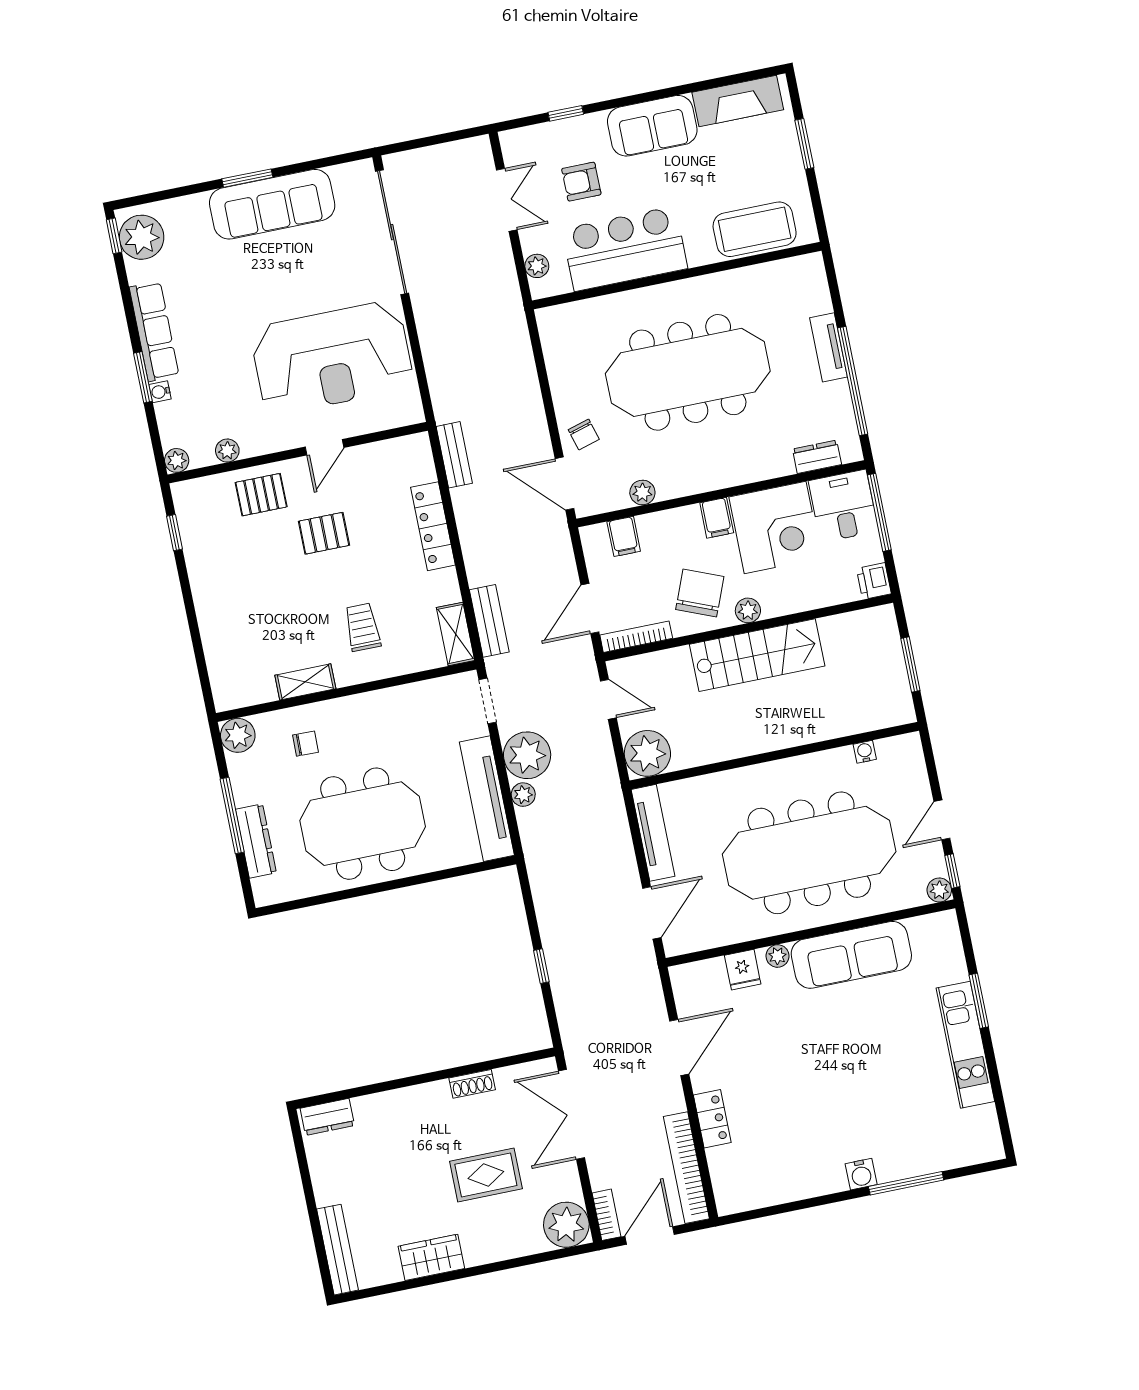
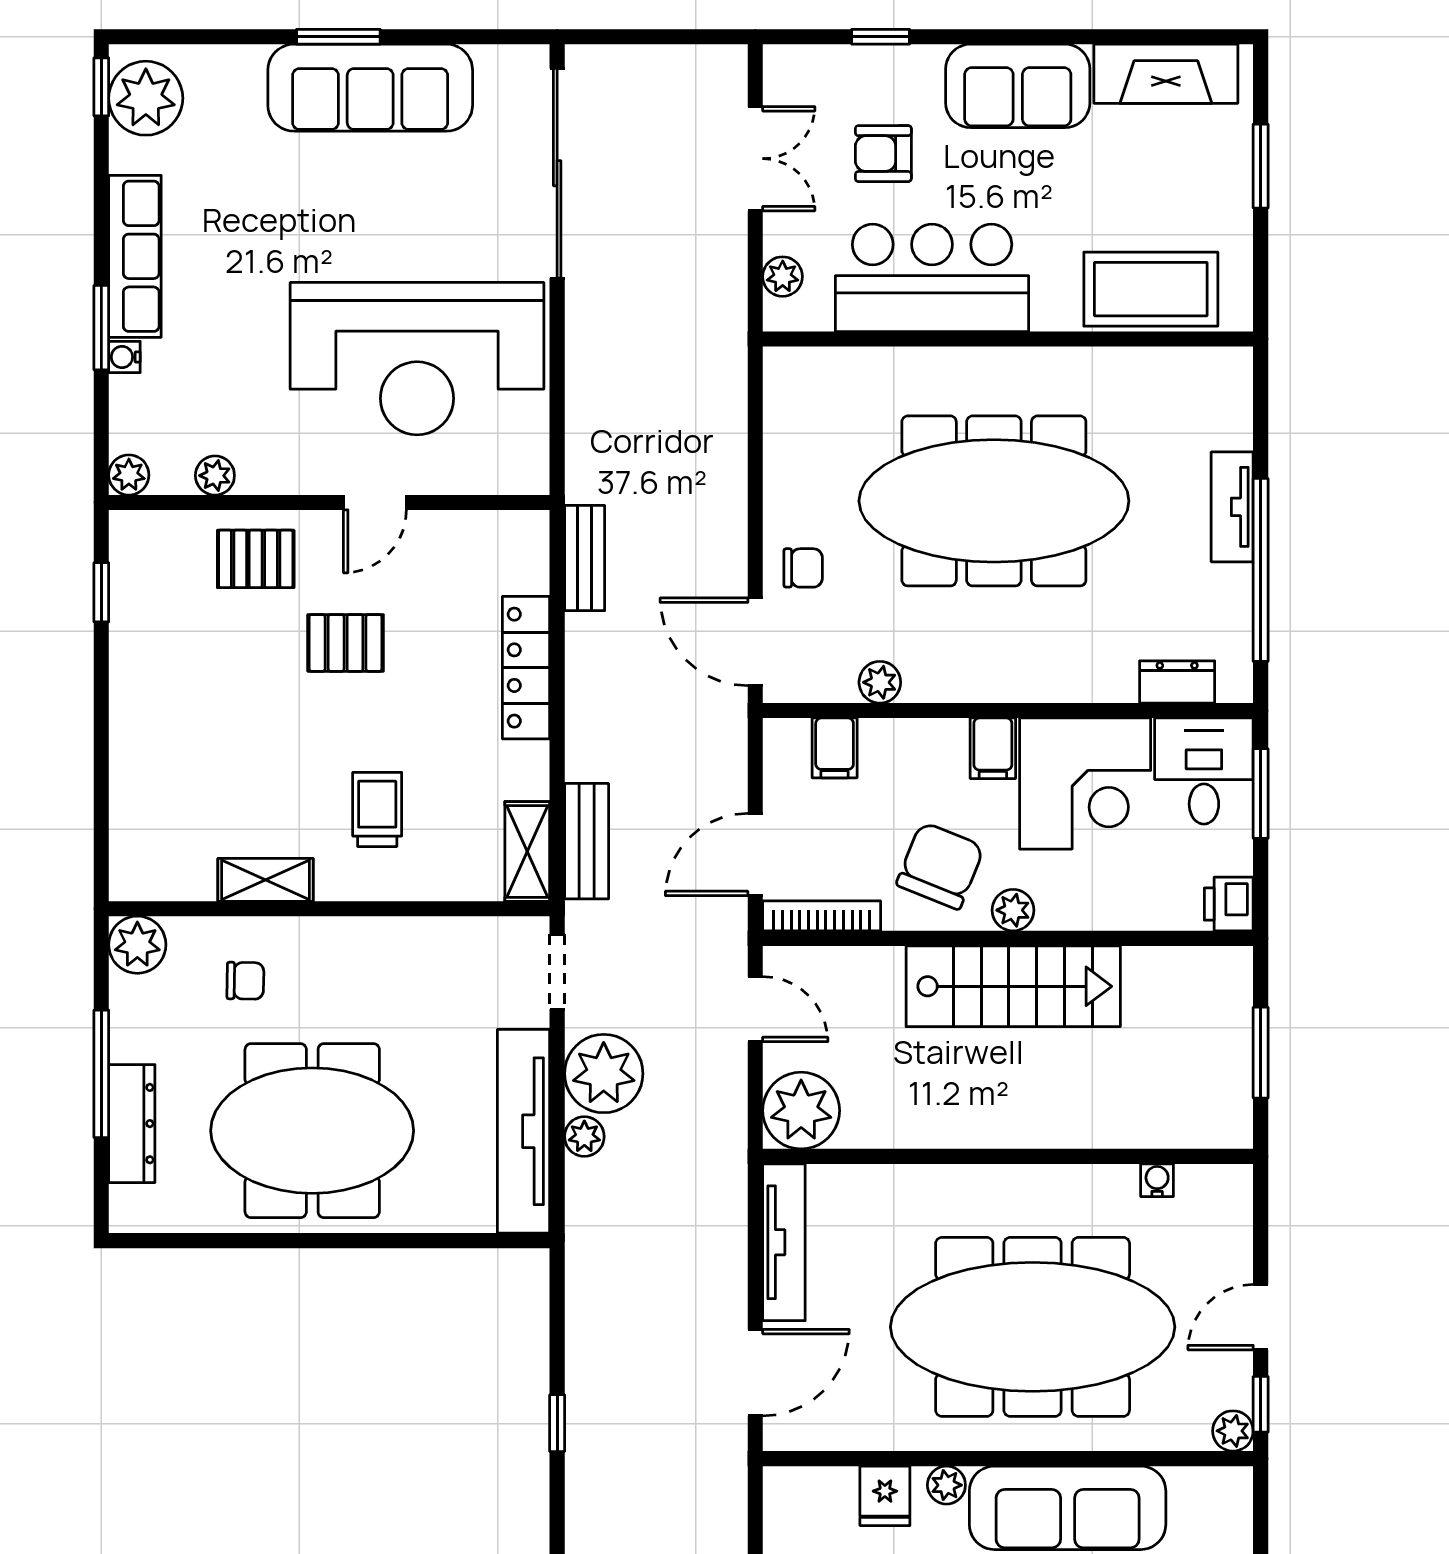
chair: (584, 435) -> (803, 568), turned -74
window: (879, 512) -> (1261, 794), width x0.69

